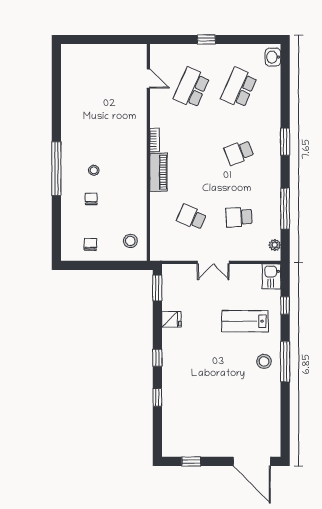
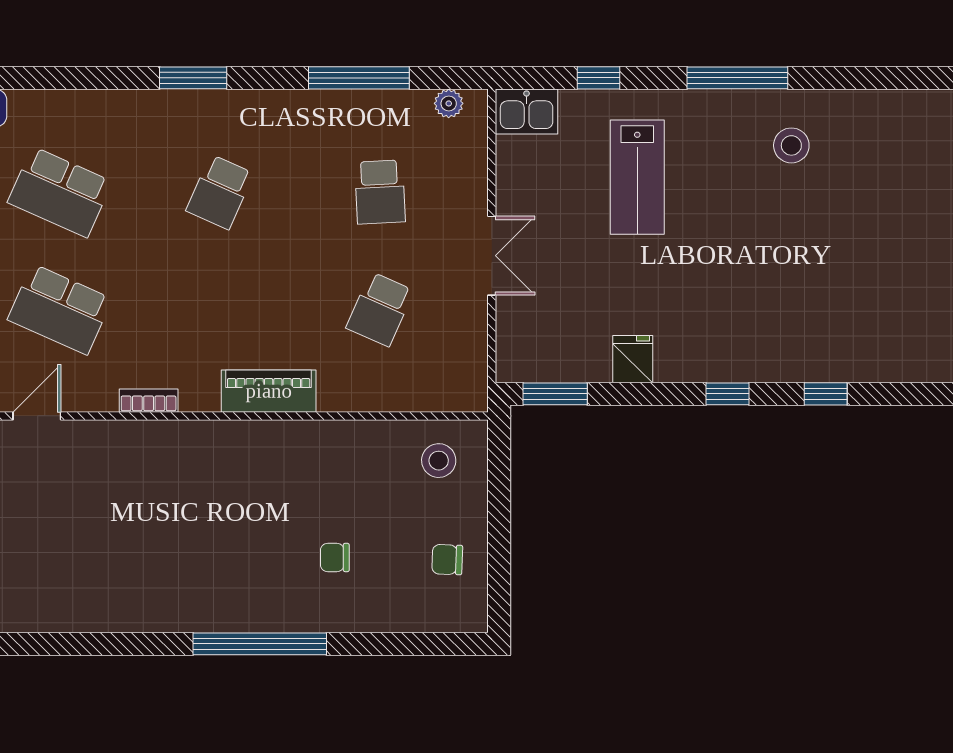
bookcase: (155, 140) -> (149, 401), moved
school desk: (239, 152) -> (220, 192), turned 45
stool: (94, 170) -> (264, 551), removed
stool: (264, 361) -> (791, 145), moved

